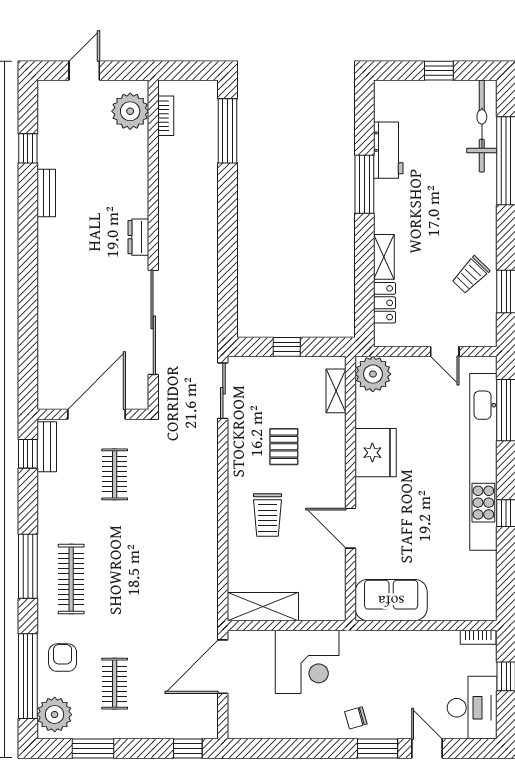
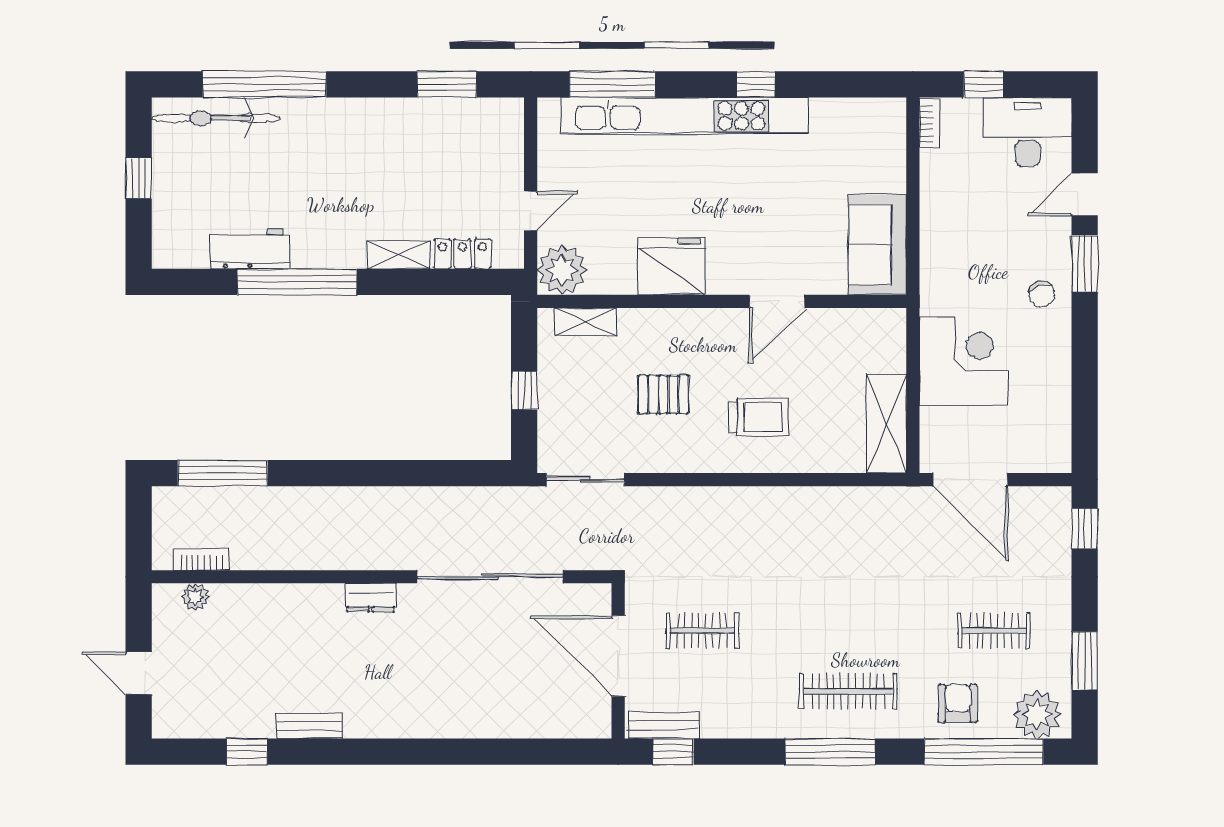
plant: (130, 111) -> (195, 597), width x0.53, depth x0.53
window: (364, 184) -> (297, 282), width x1.46
trolley: (471, 275) -> (424, 134), removed
door: (445, 352) -> (531, 211), moved
armchair: (63, 658) -> (958, 703), turned 90

